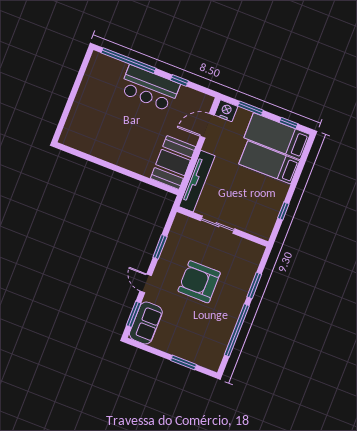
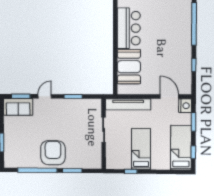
bar counter: (150, 88) -> (129, 28), moved, turned 180
bed: (269, 162) -> (141, 149), moved
booth: (173, 163) -> (129, 67), moved, turned 90
armchair: (199, 282) -> (53, 153), moved

